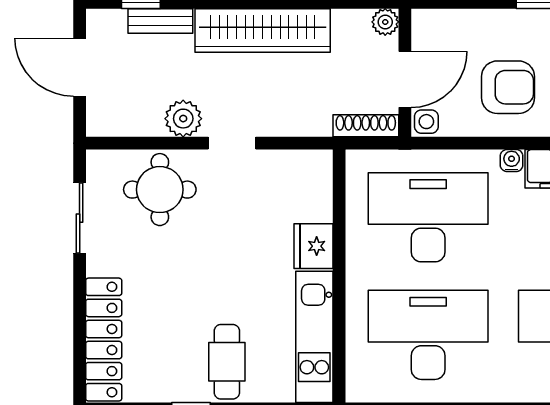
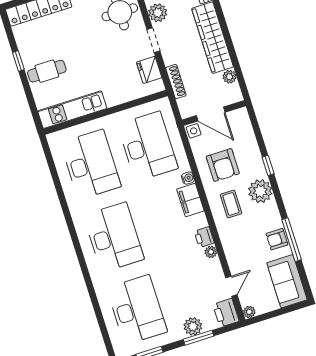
plant: (385, 22) -> (229, 77), moved
shoe rack: (366, 126) -> (176, 82), moved
fridge: (313, 246) -> (149, 70), moved, turned -90

